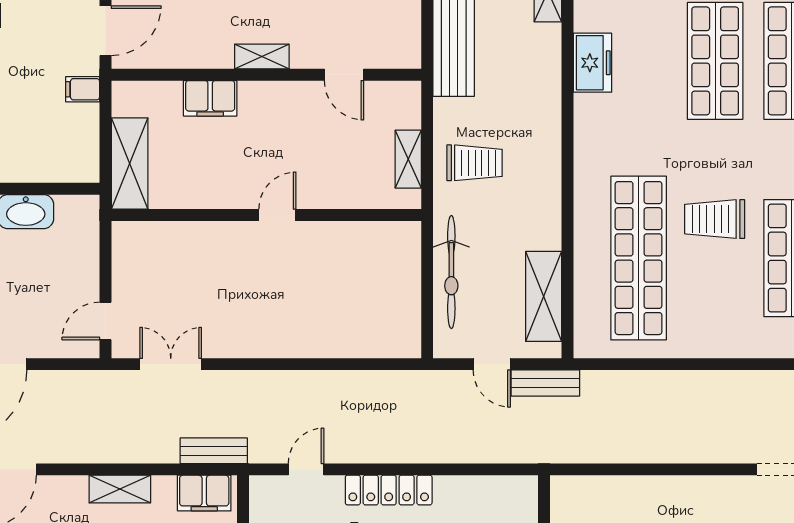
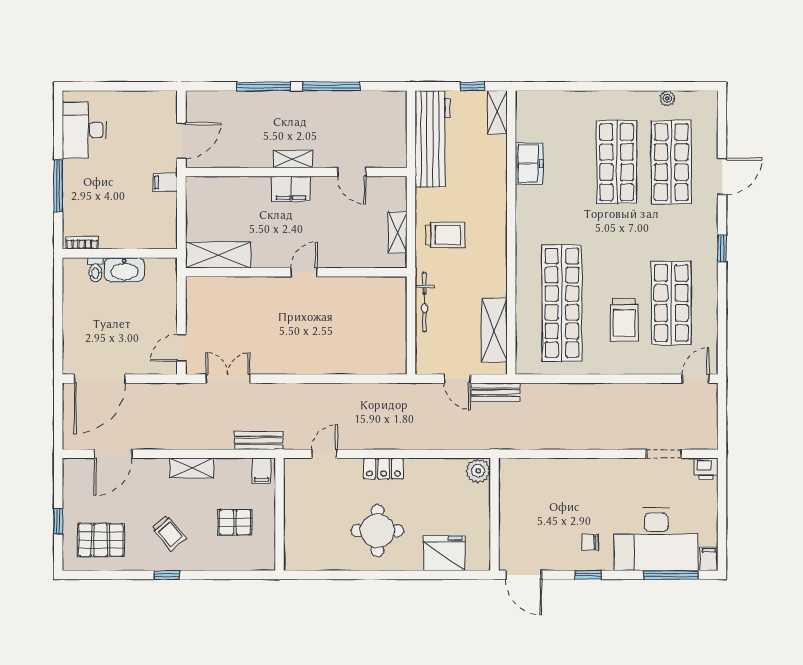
filing cabinet: (210, 98) -> (291, 189), moved
shelving: (130, 163) -> (218, 255), moved, turned 90
trolley: (715, 219) -> (624, 320), moved, turned -90
bicycle: (451, 272) -> (425, 302), width x0.73, depth x0.71
locker: (389, 490) -> (384, 469), width x0.66
filing cabinet: (204, 493) -> (261, 471), width x0.50
plant: (521, 493) -> (478, 471), added

